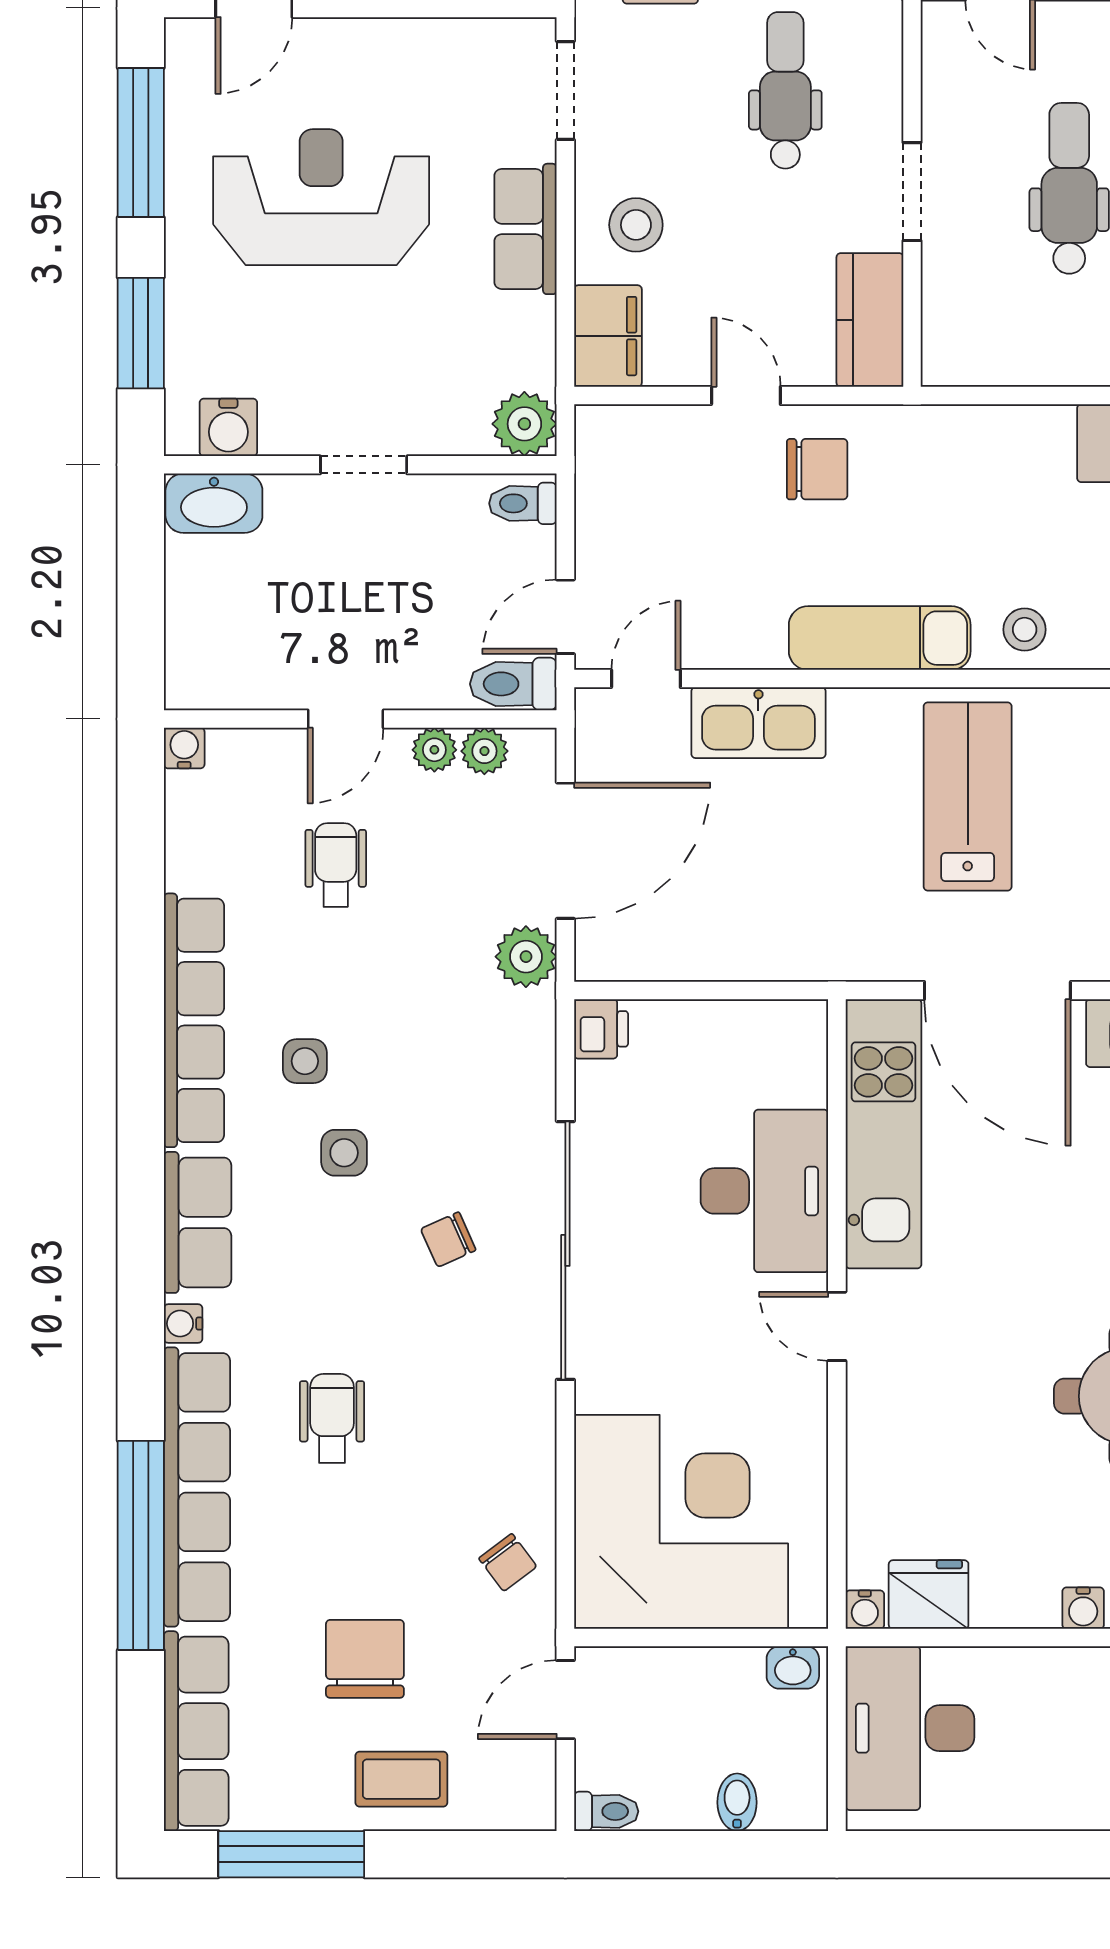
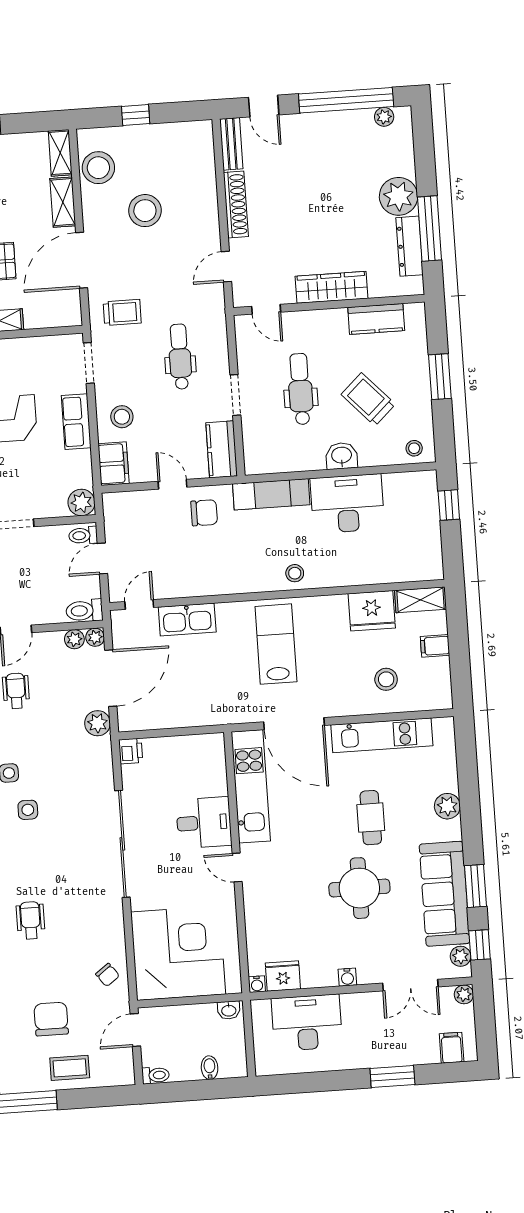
door: (565, 617) -> (102, 559), moved
exam couch: (880, 638) -> (271, 494), moved, turned 180
plant: (434, 750) -> (95, 637), moved
desk: (764, 1191) -> (204, 823), width x0.73
chair: (448, 1239) -> (74, 843), removed
desk: (910, 1728) -> (307, 1023), moved, turned 90

